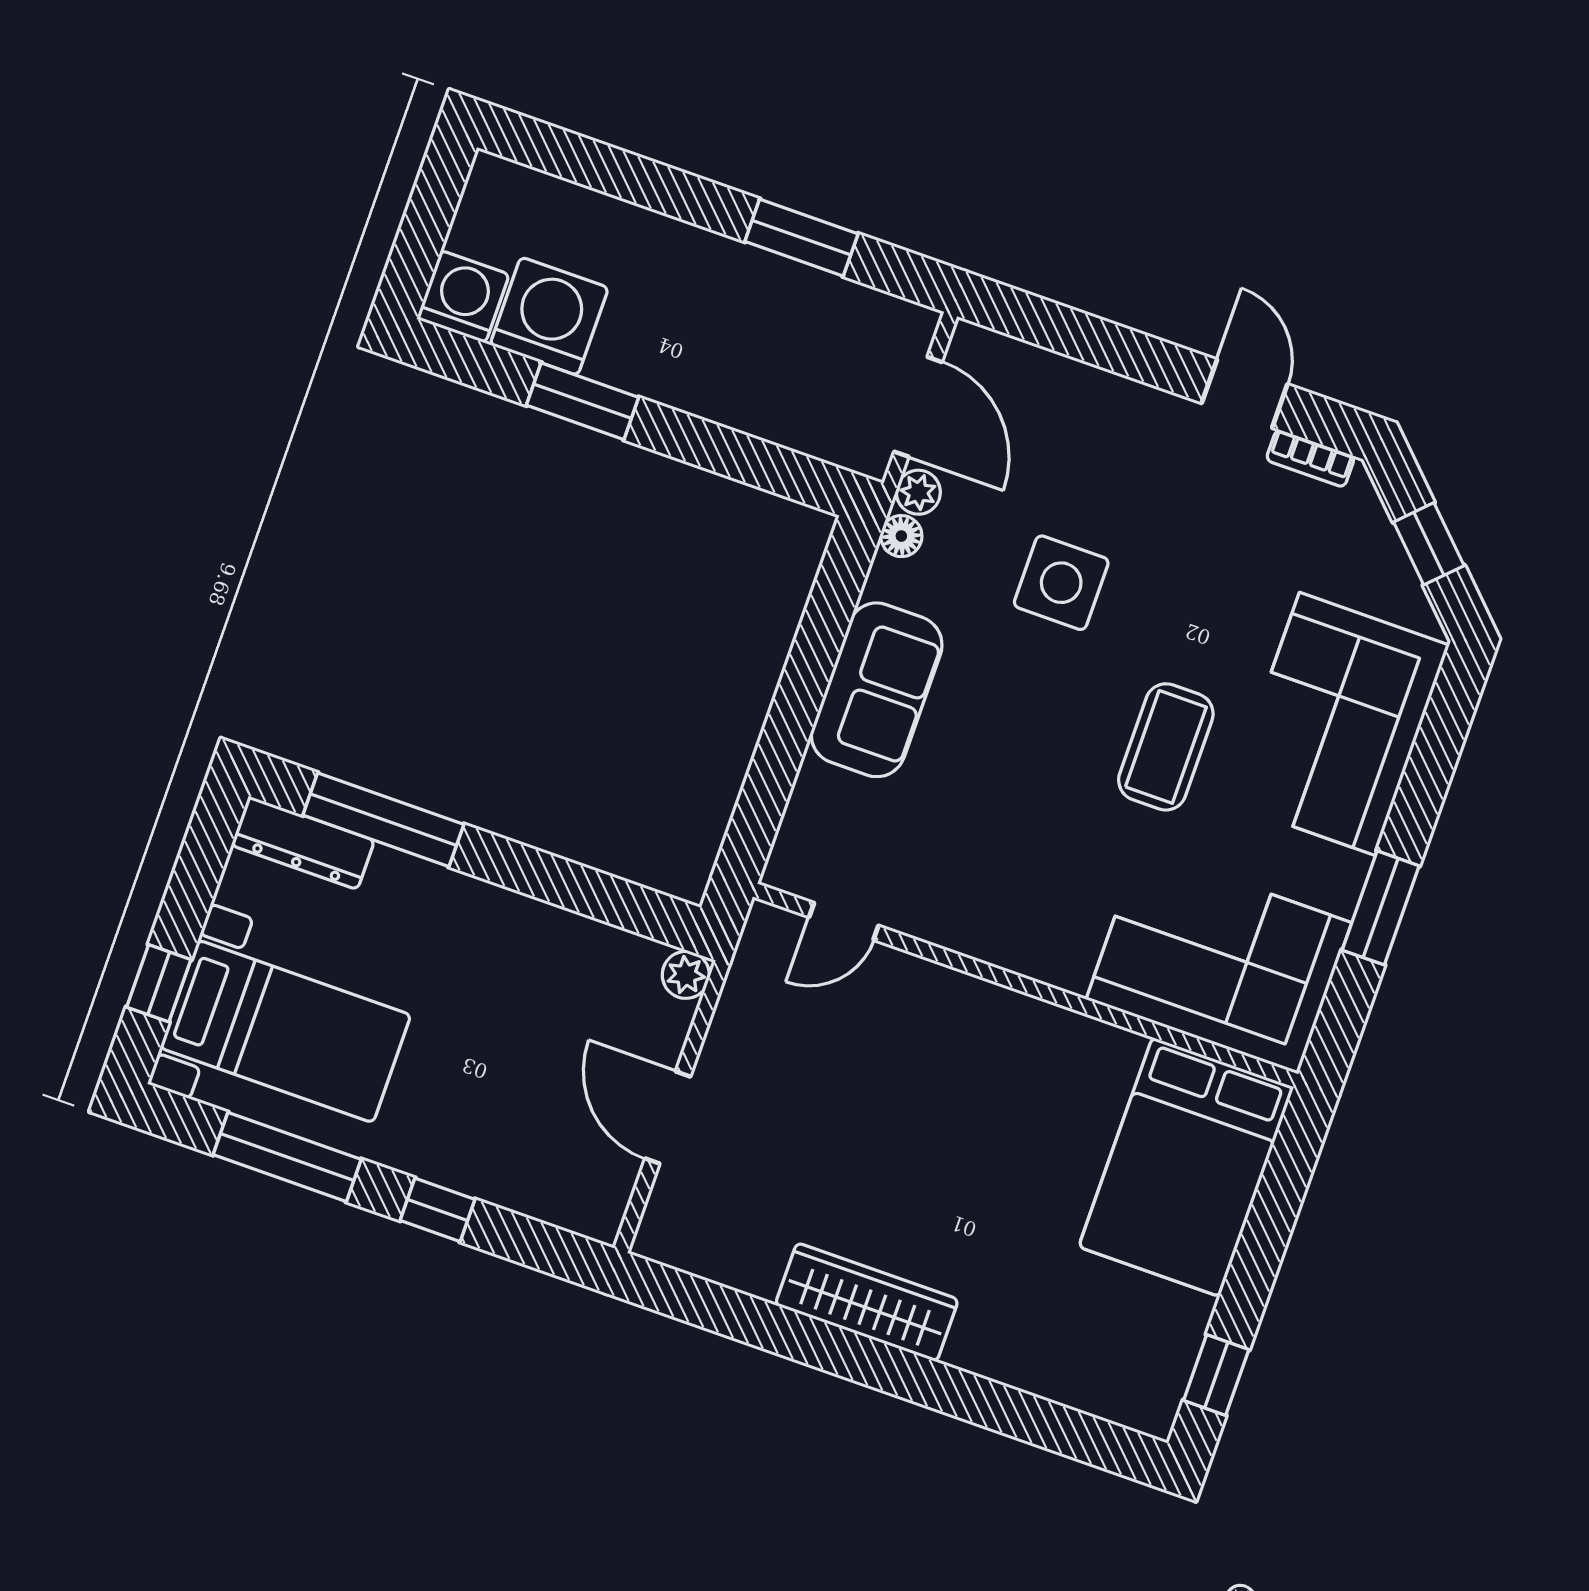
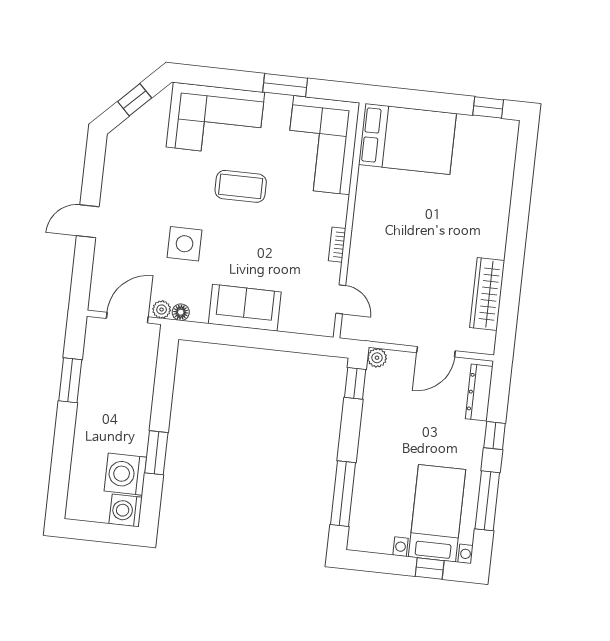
door: (1245, 394) -> (88, 221), moved
bookcase: (1310, 458) -> (337, 245), moved, turned 180
dresser: (303, 843) -> (479, 393), moved, turned 180
window: (637, 909) -> (355, 383), added
wardrobe: (867, 1302) -> (487, 294), moved

